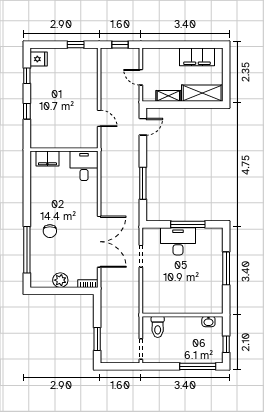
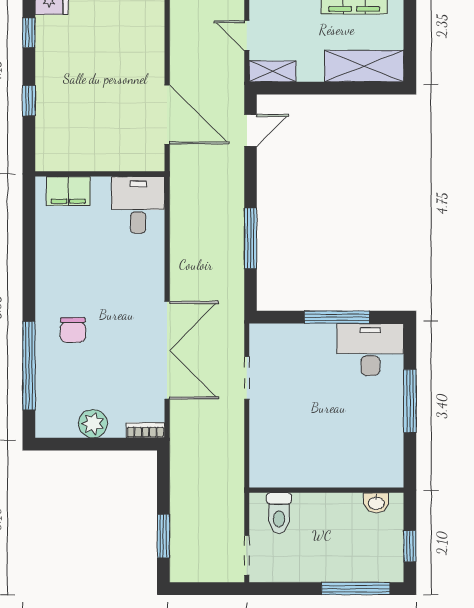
shelving: (168, 96) -> (273, 71), moved
door: (99, 118) -> (167, 114), width x1.88
desk: (178, 241) -> (370, 349), moved

